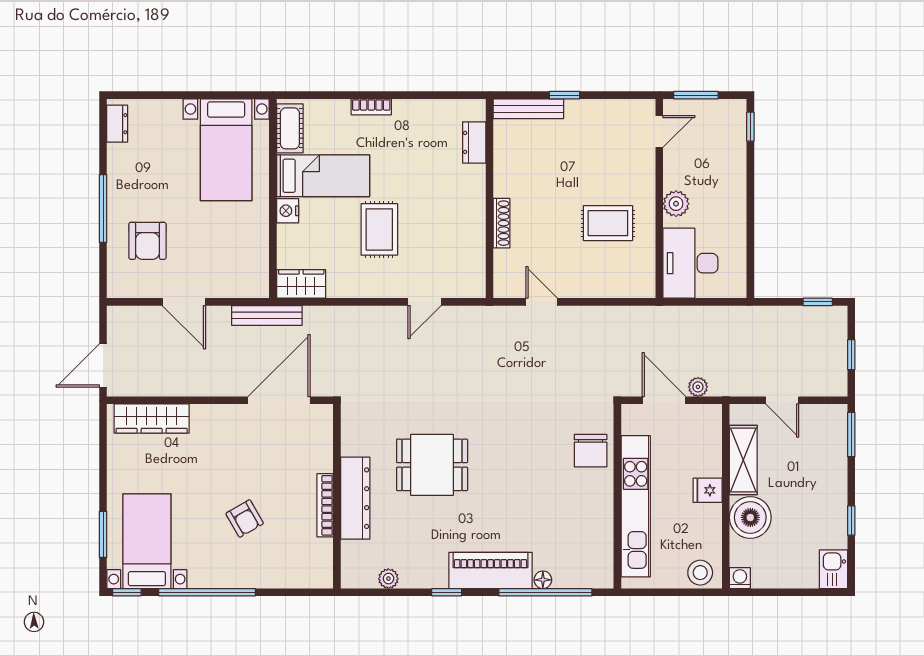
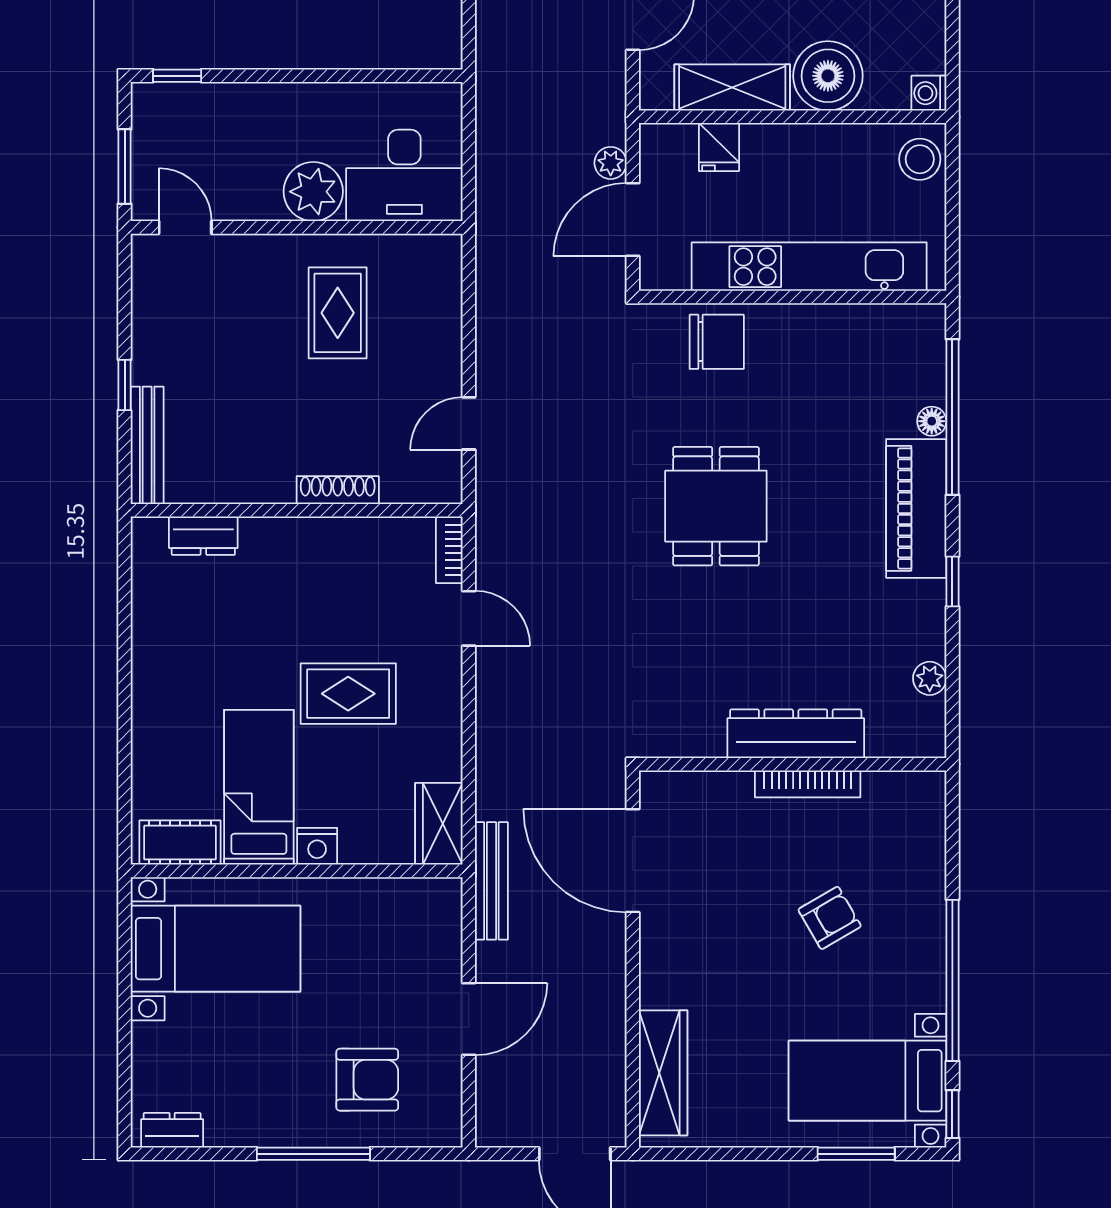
bookcase: (371, 107) -> (449, 550), moved, turned 180
plant: (676, 204) -> (313, 192), width x1.36, depth x1.36
dining table: (432, 465) -> (716, 506), moved
fridge: (708, 490) -> (719, 147), moved

